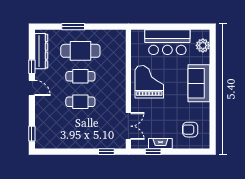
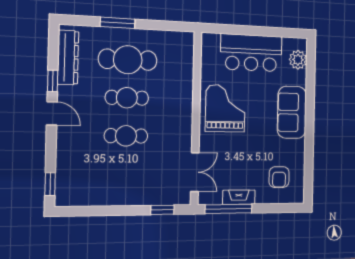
armchair: (190, 130) -> (279, 177), turned -90
window: (153, 152) -> (229, 209), width x2.17

